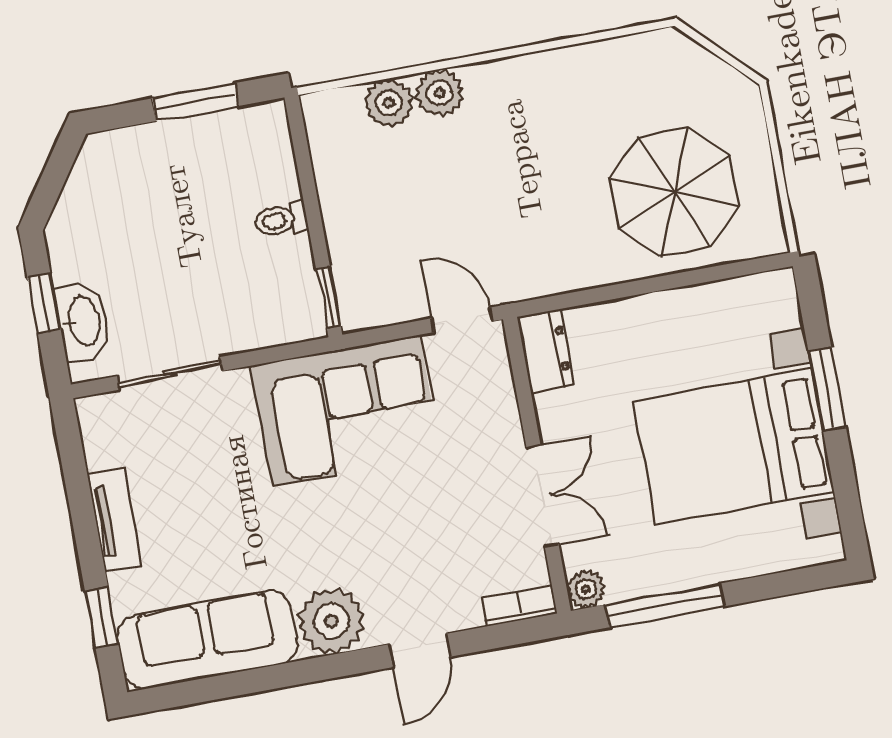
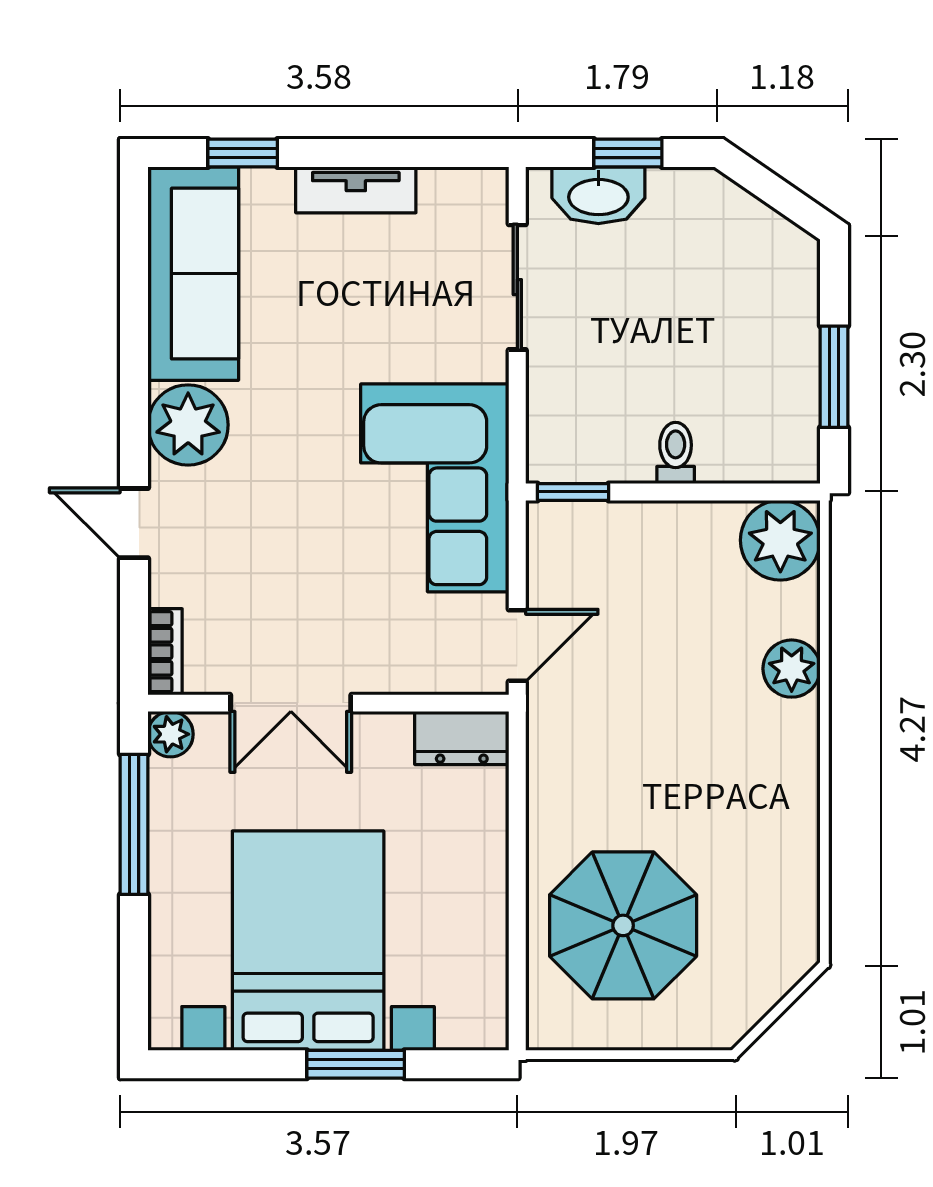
plant: (389, 103) -> (780, 540), moved, width x1.36, depth x1.36

